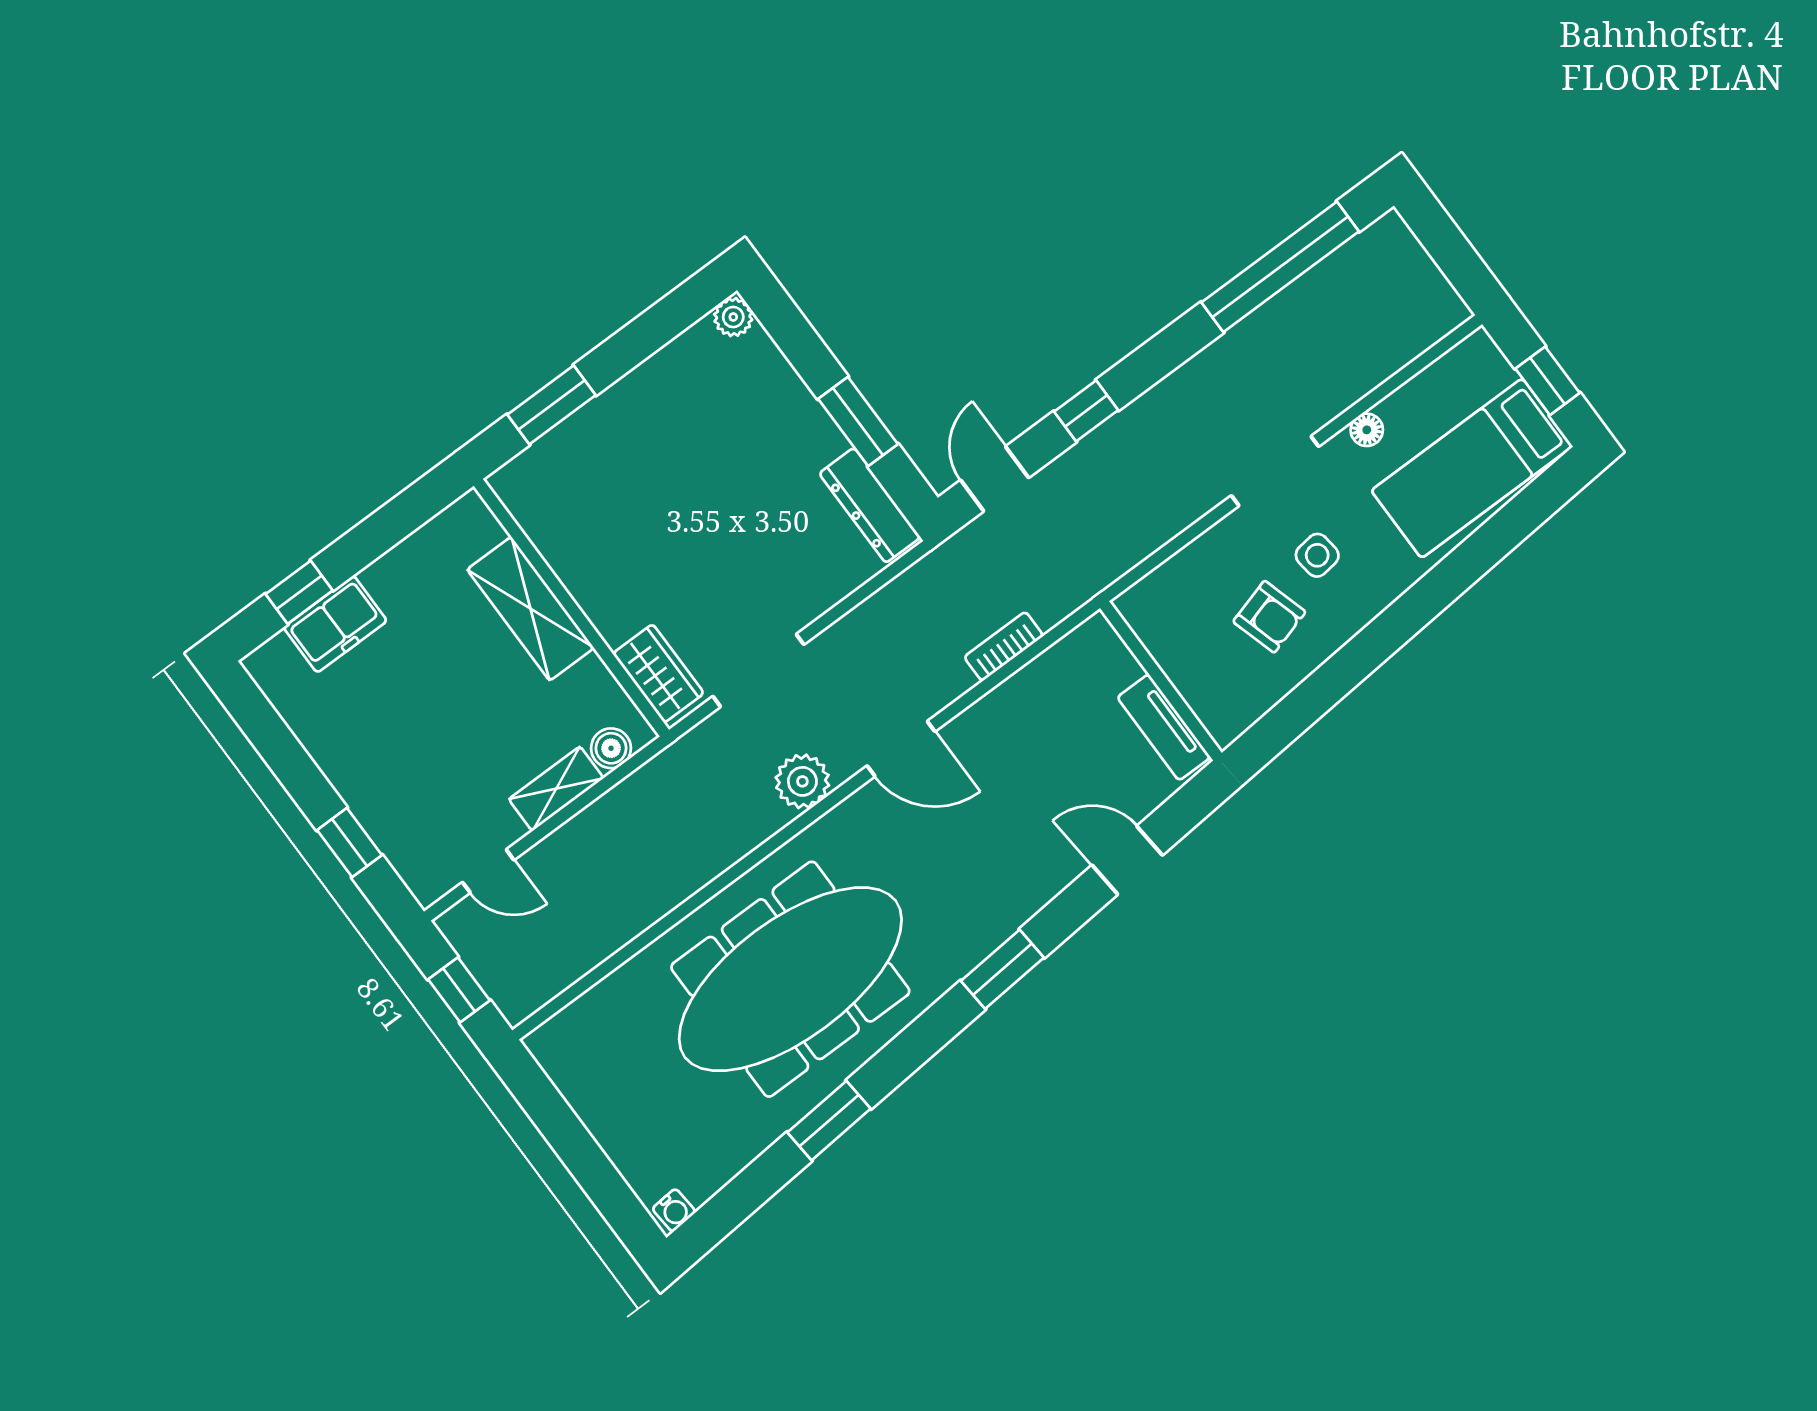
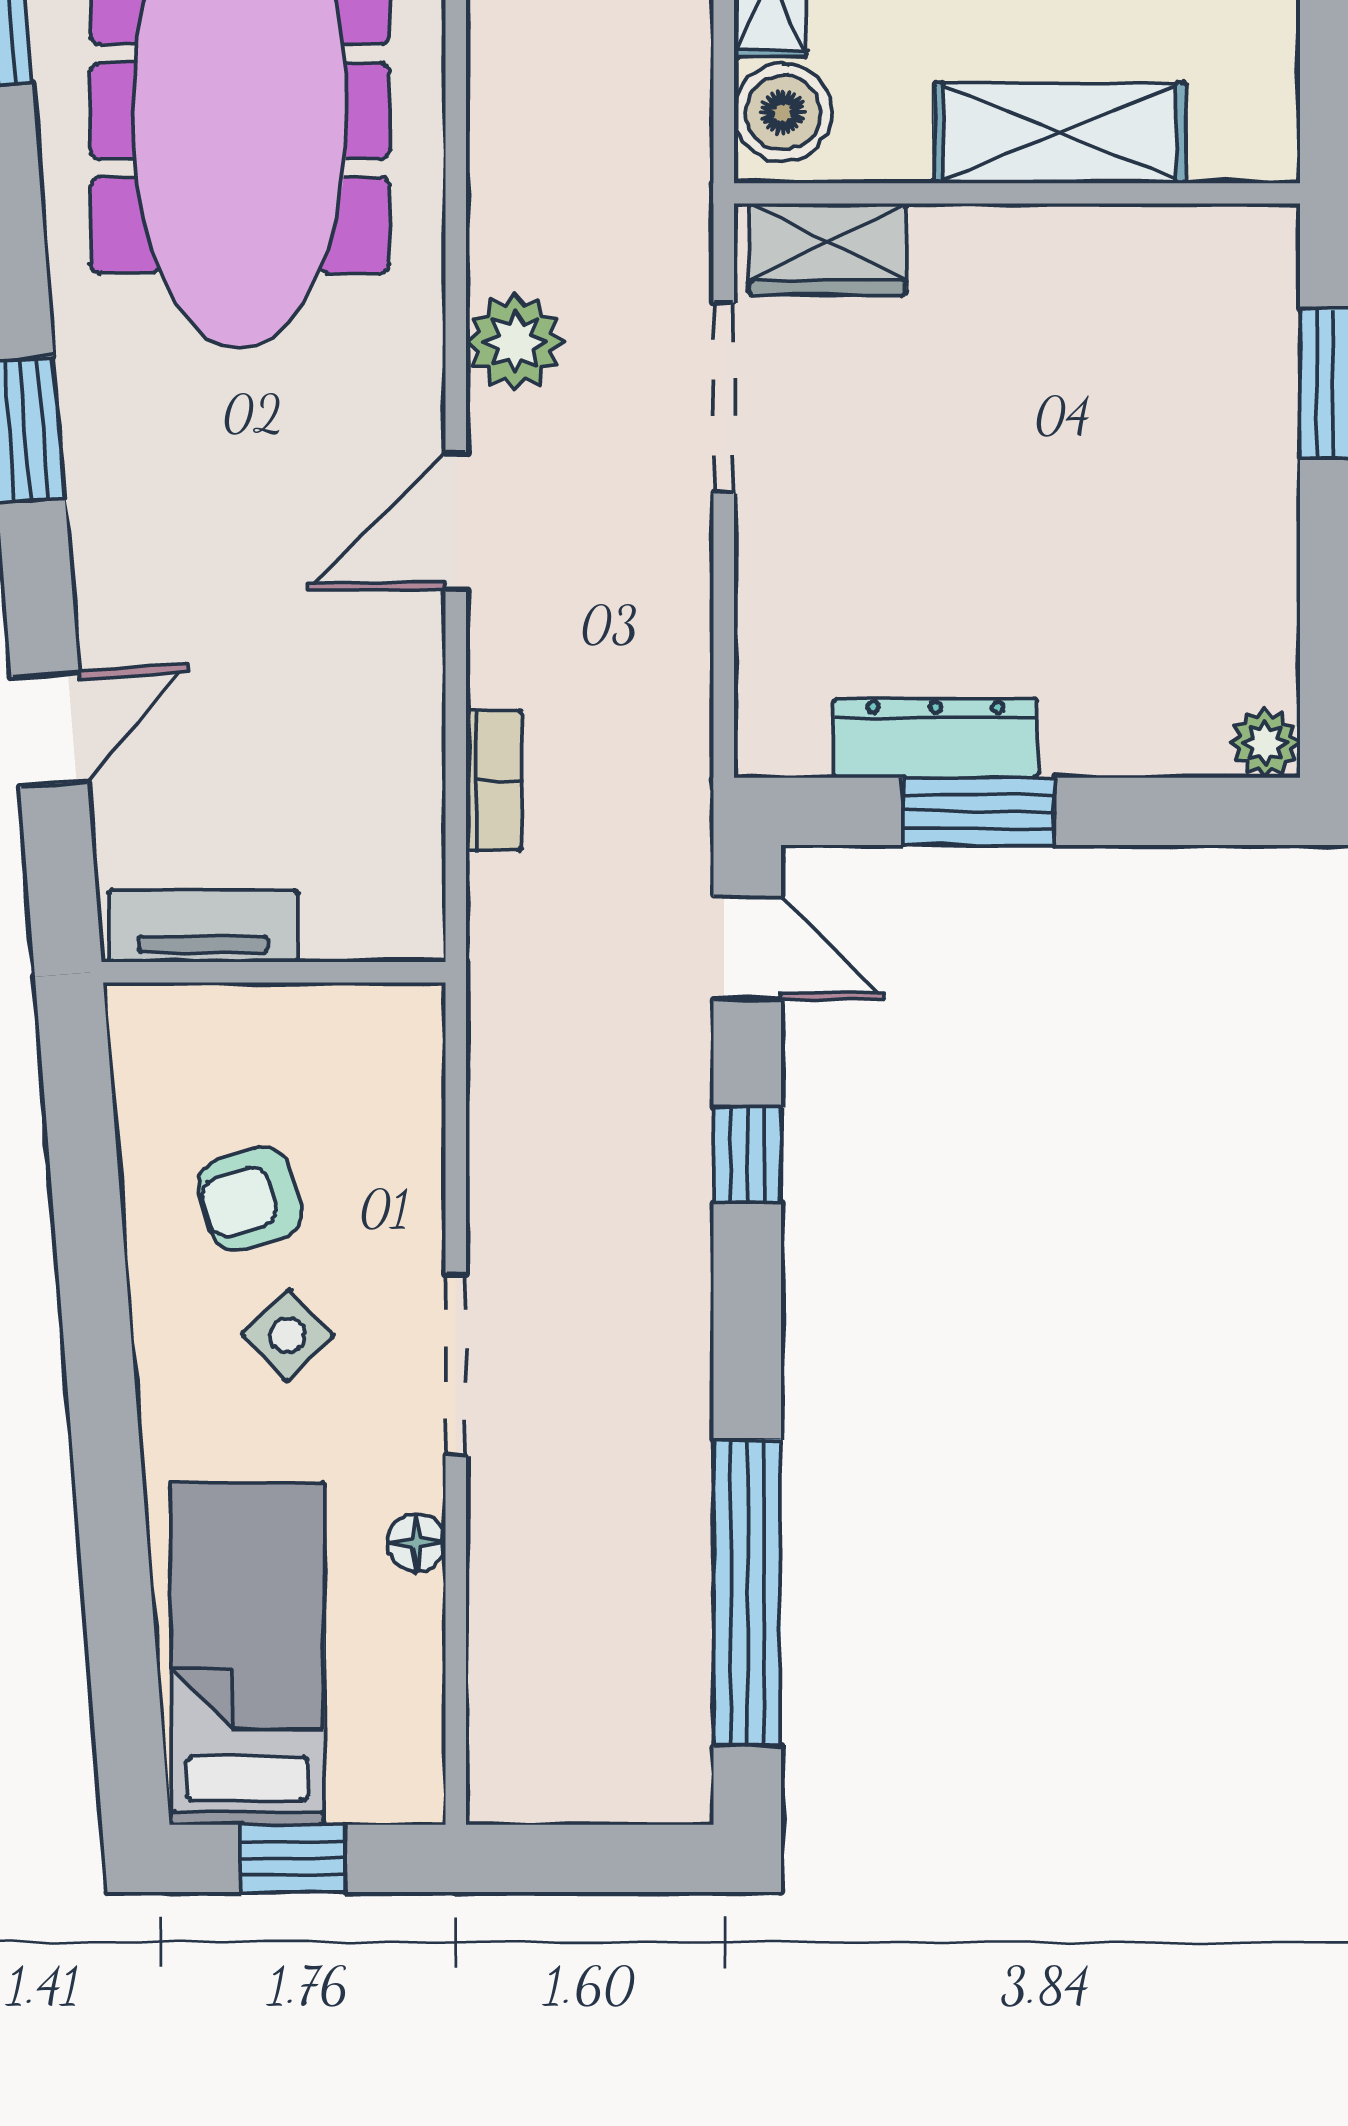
dresser: (870, 505) -> (936, 738), moved
side table: (1317, 555) -> (288, 1335), turned -36
boiler: (611, 748) -> (783, 112), width x1.36, depth x1.36

